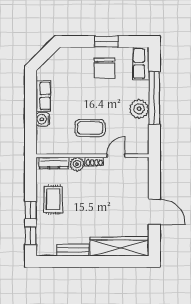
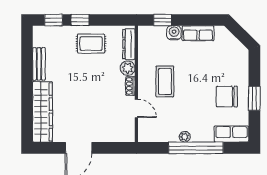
plant: (139, 109) -> (185, 137), width x0.53, depth x0.53
window: (31, 130) -> (163, 20), added

